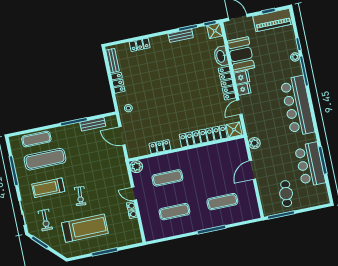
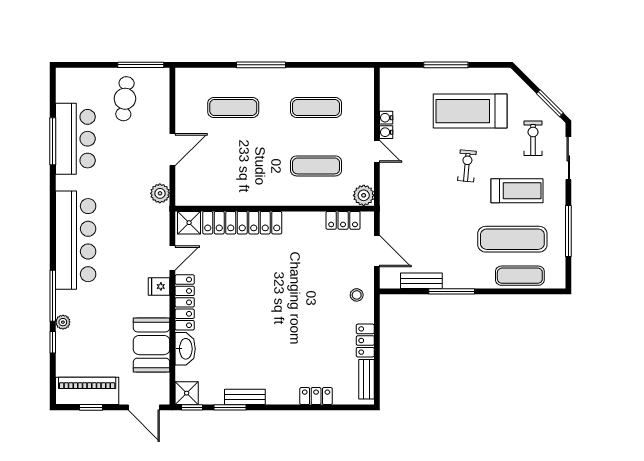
fridge: (242, 77) -> (158, 307), removed
locker: (160, 147) -> (343, 220), moved

